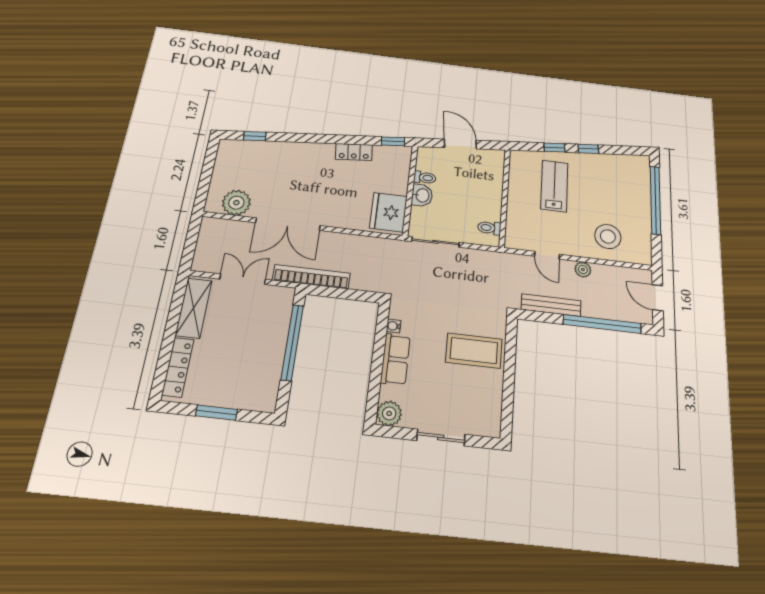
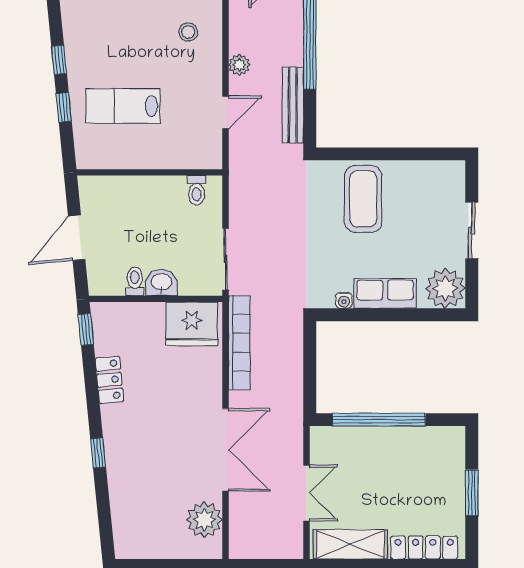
window: (255, 136) -> (98, 453), moved
stool: (608, 236) -> (188, 32), width x0.53, depth x0.53
bookcase: (311, 277) -> (239, 343), moved, turned 180
double door: (243, 279) -> (306, 493), swing flipped
plant: (389, 413) -> (445, 288), width x1.36, depth x1.36

